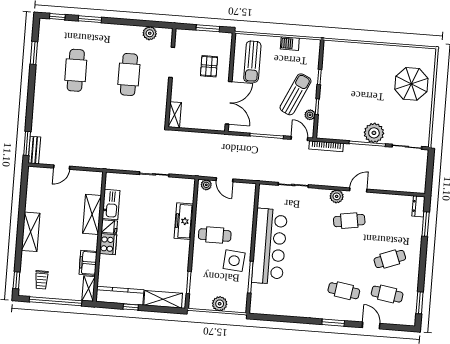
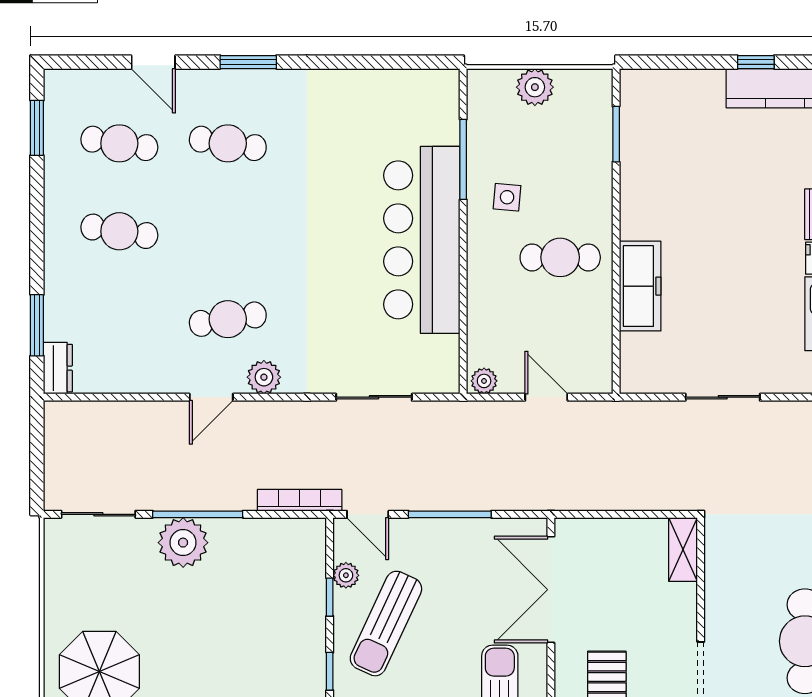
plant: (206, 185) -> (484, 381), moved
cafe table: (390, 259) -> (119, 231), turned 30
side table: (234, 261) -> (507, 197), width x0.54, depth x0.54
shelving: (163, 299) -> (677, 87), removed

